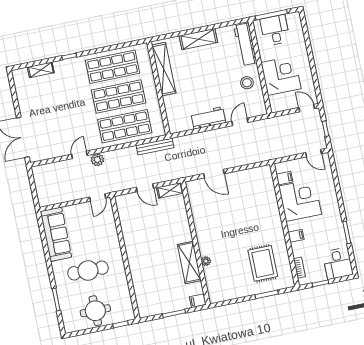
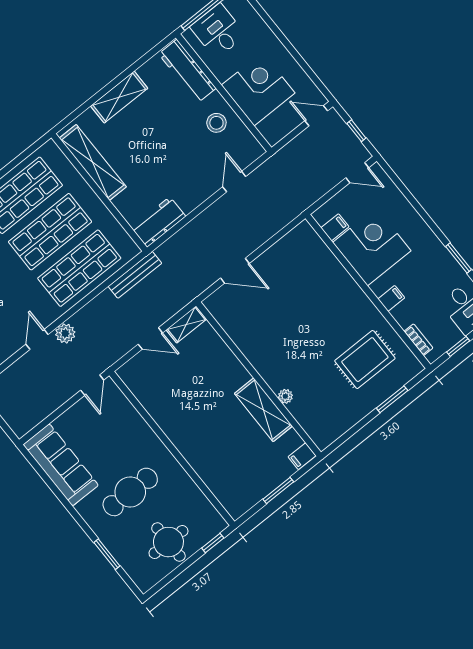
workbench: (208, 118) -> (158, 222), moved
rug: (263, 263) -> (365, 360), turned 90

